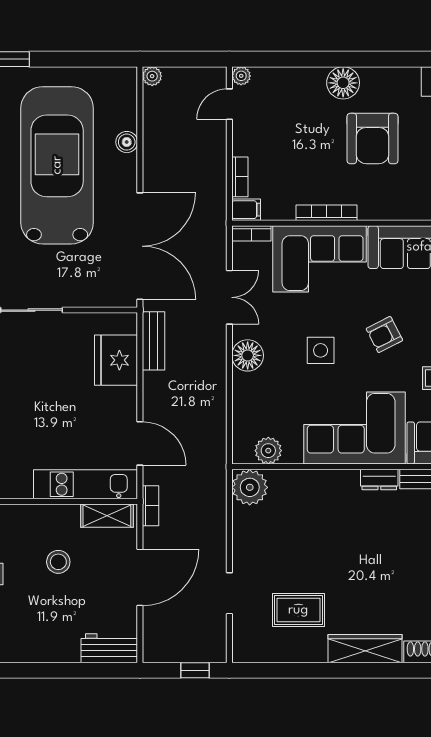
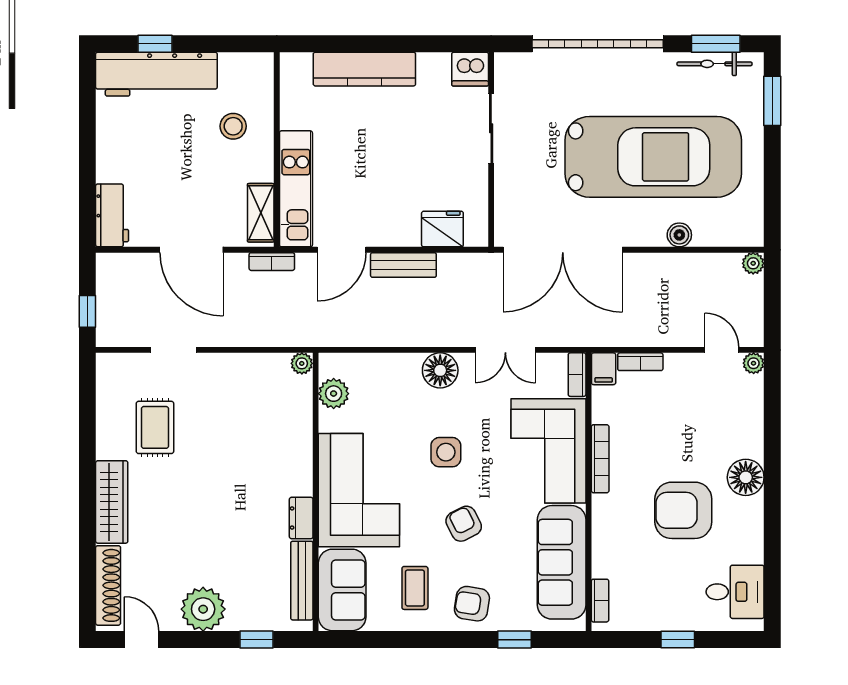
bench: (154, 341) -> (403, 265), moved
fridge: (116, 360) -> (442, 229), width x0.73, depth x0.75
plant: (250, 487) -> (302, 363), width x0.53, depth x0.53
stool: (58, 562) -> (233, 126), moved

